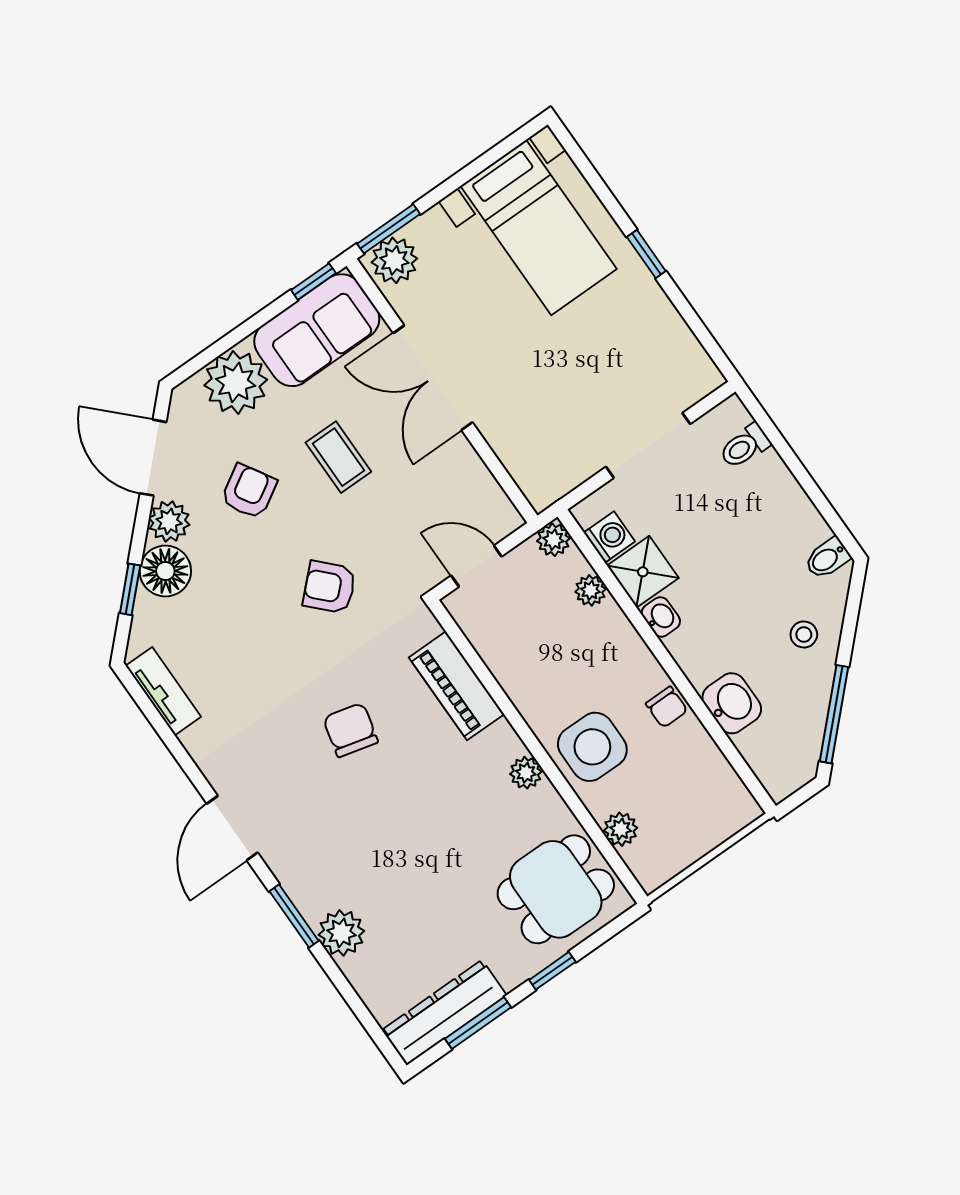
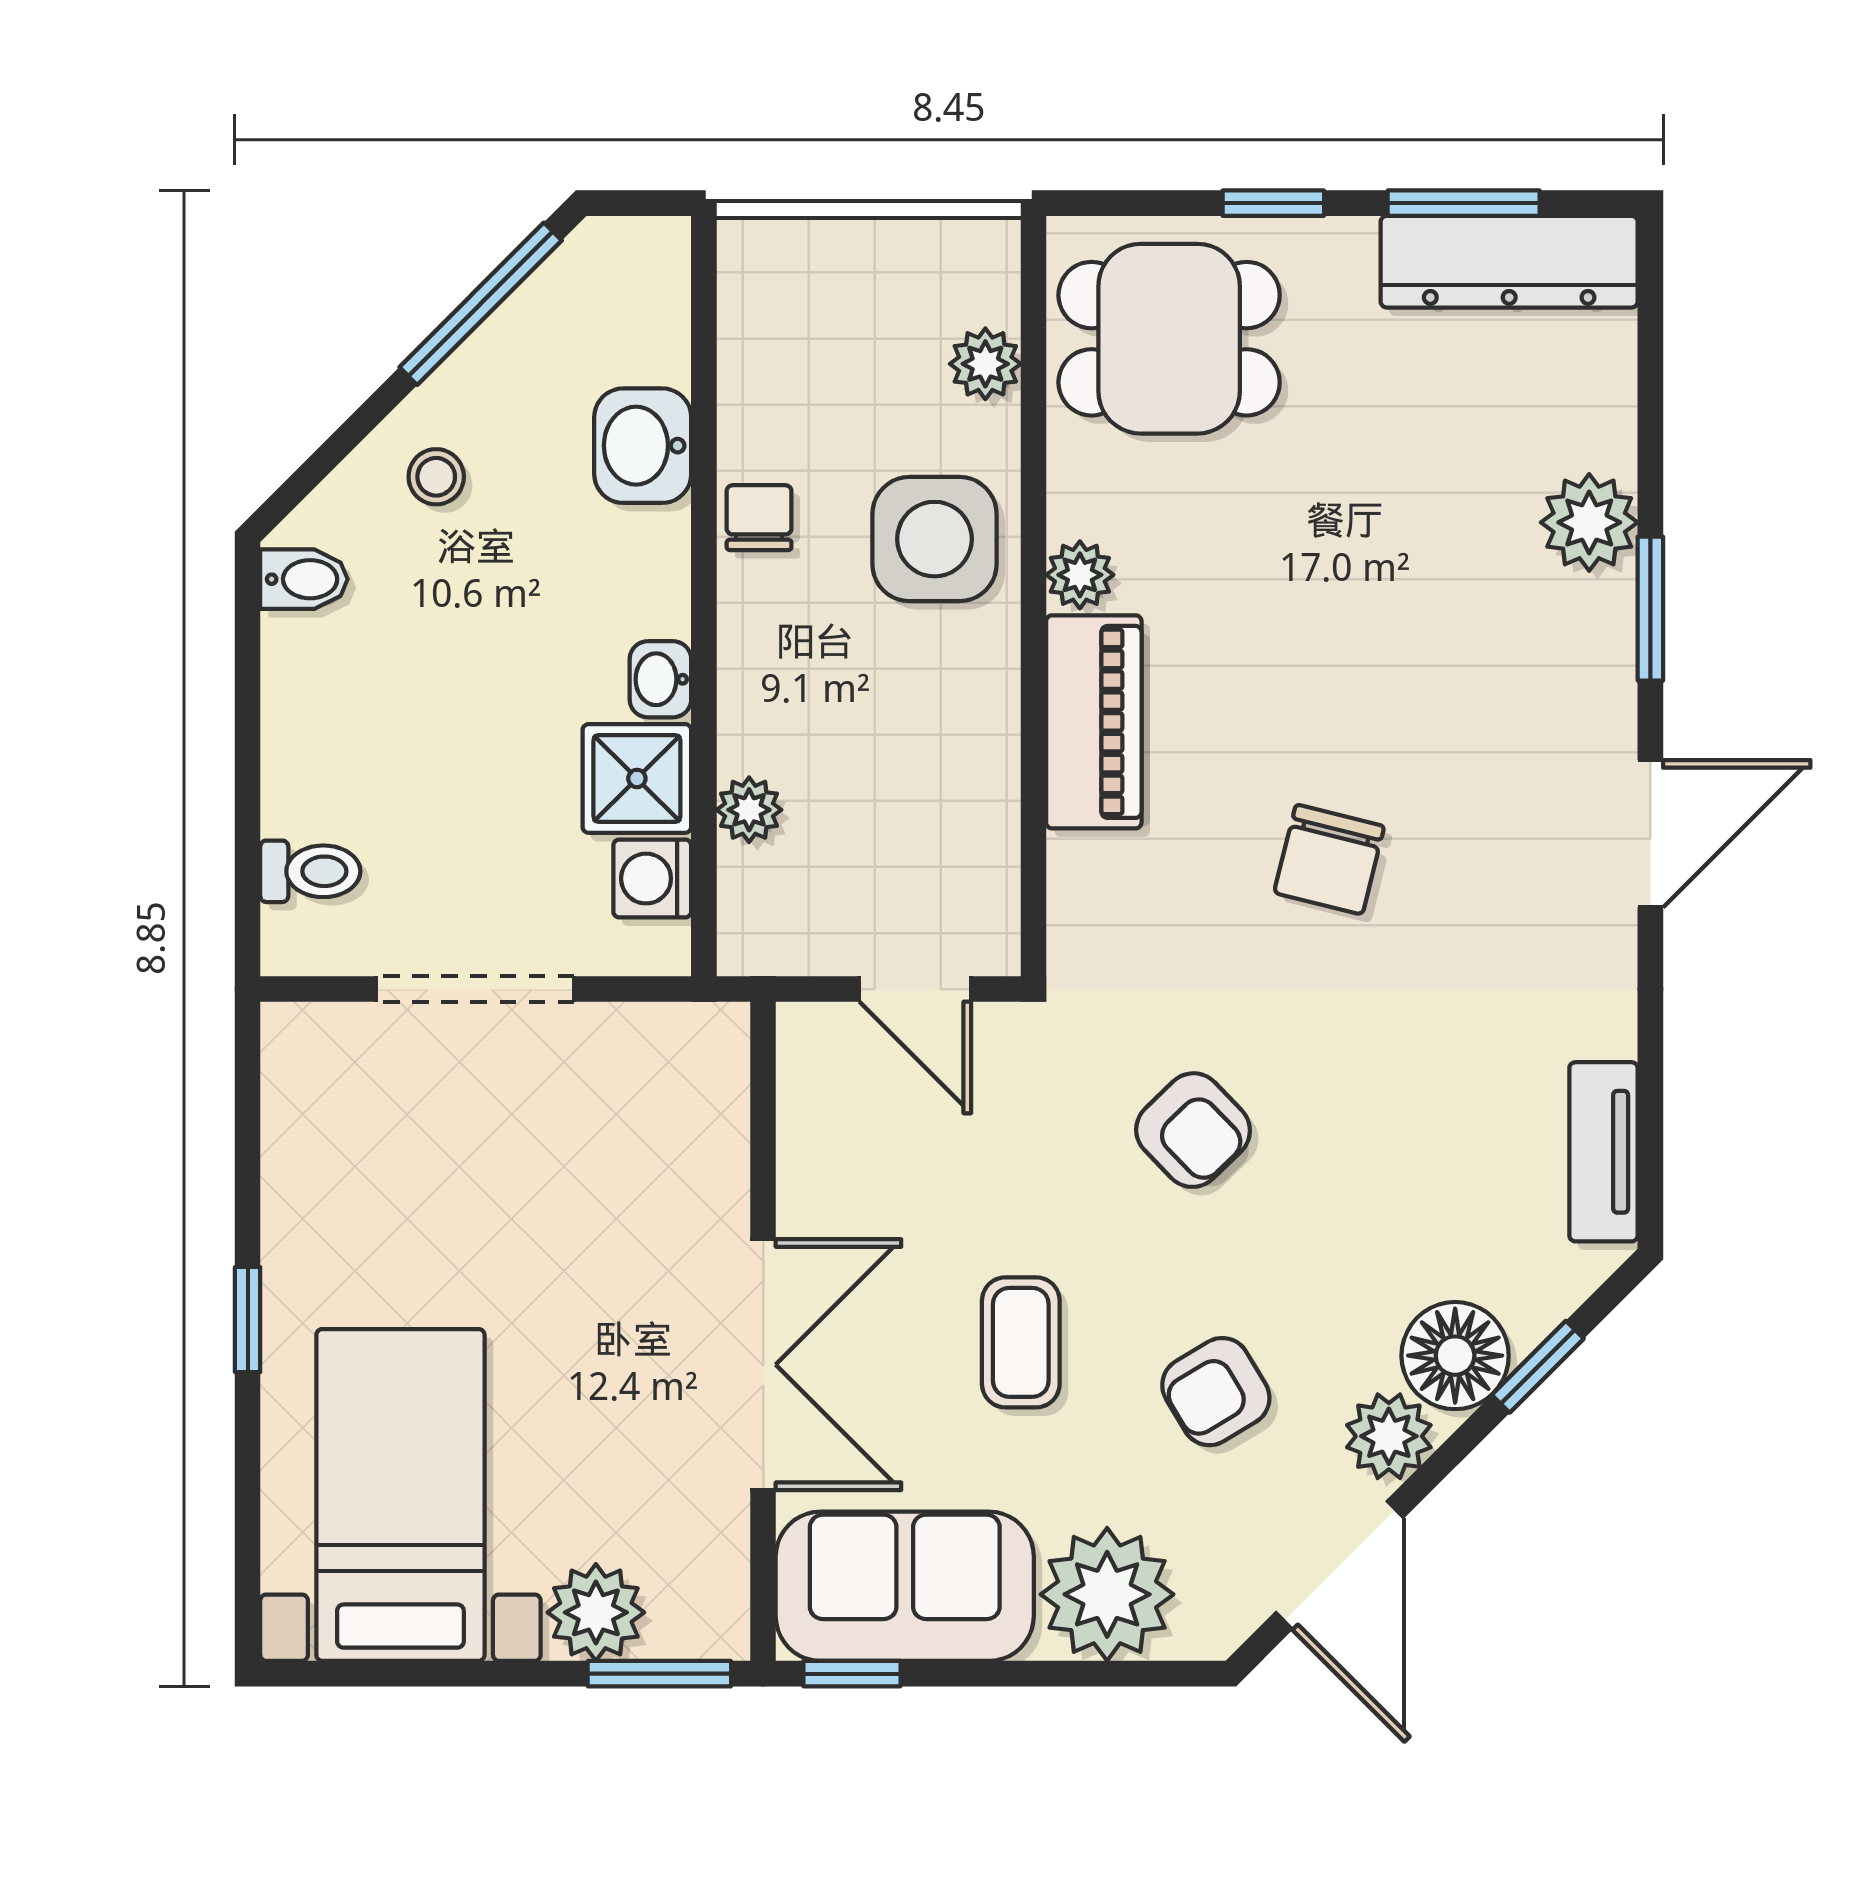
plant: (394, 260) -> (596, 1612), moved
plant: (553, 540) -> (751, 942), removed
piano: (457, 686) -> (1094, 722), moved

